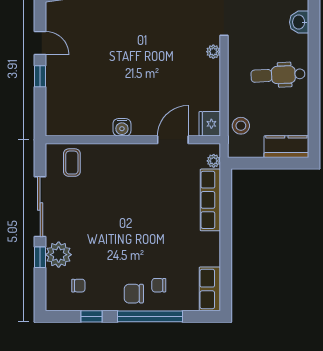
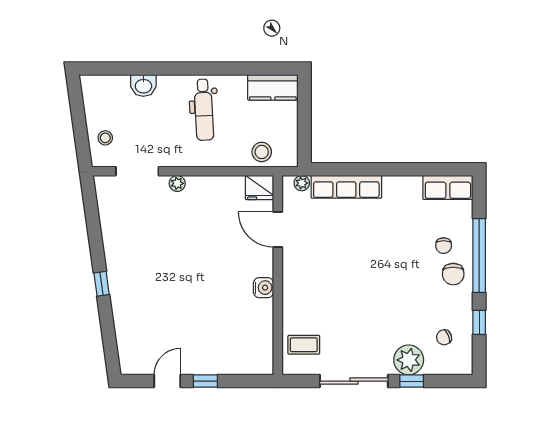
kitchen counter: (286, 147) -> (273, 87), moved, turned -90
chair: (78, 286) -> (444, 337), turned -113

